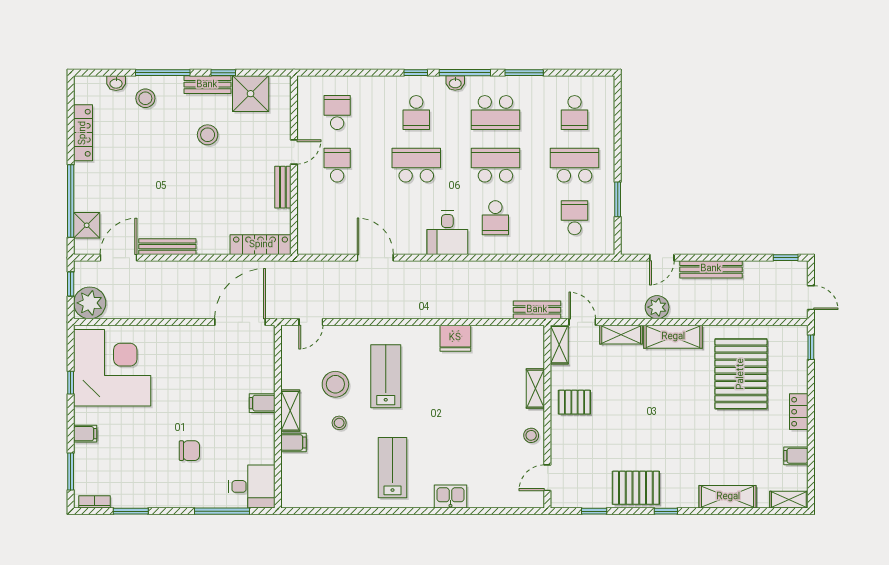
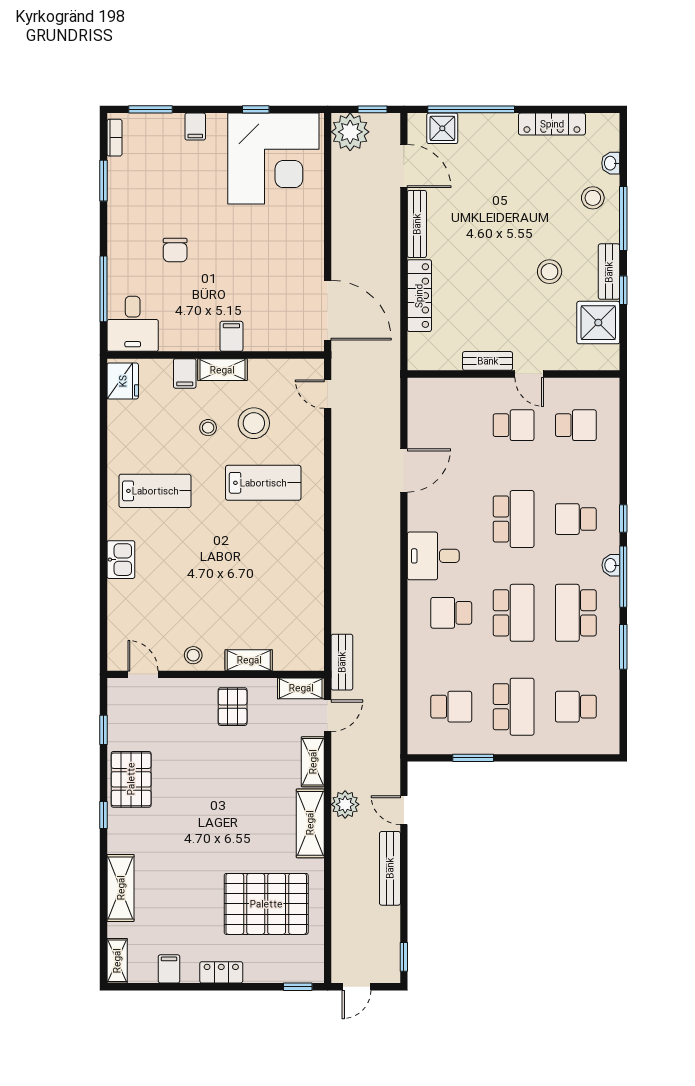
locker: (261, 245) -> (419, 296), moved
fridge: (455, 338) -> (123, 381), moved, turned 180

